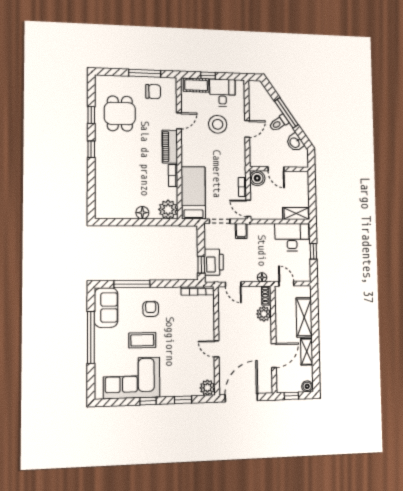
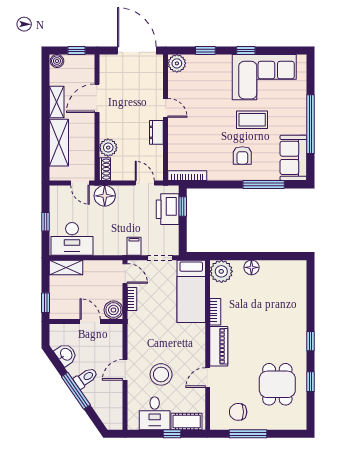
window: (312, 185) -> (46, 303), added
floor lamp: (262, 277) -> (105, 196), width x1.89, depth x1.89
dresser: (224, 328) -> (156, 132), added
door: (241, 398) -> (137, 51), swing flipped

